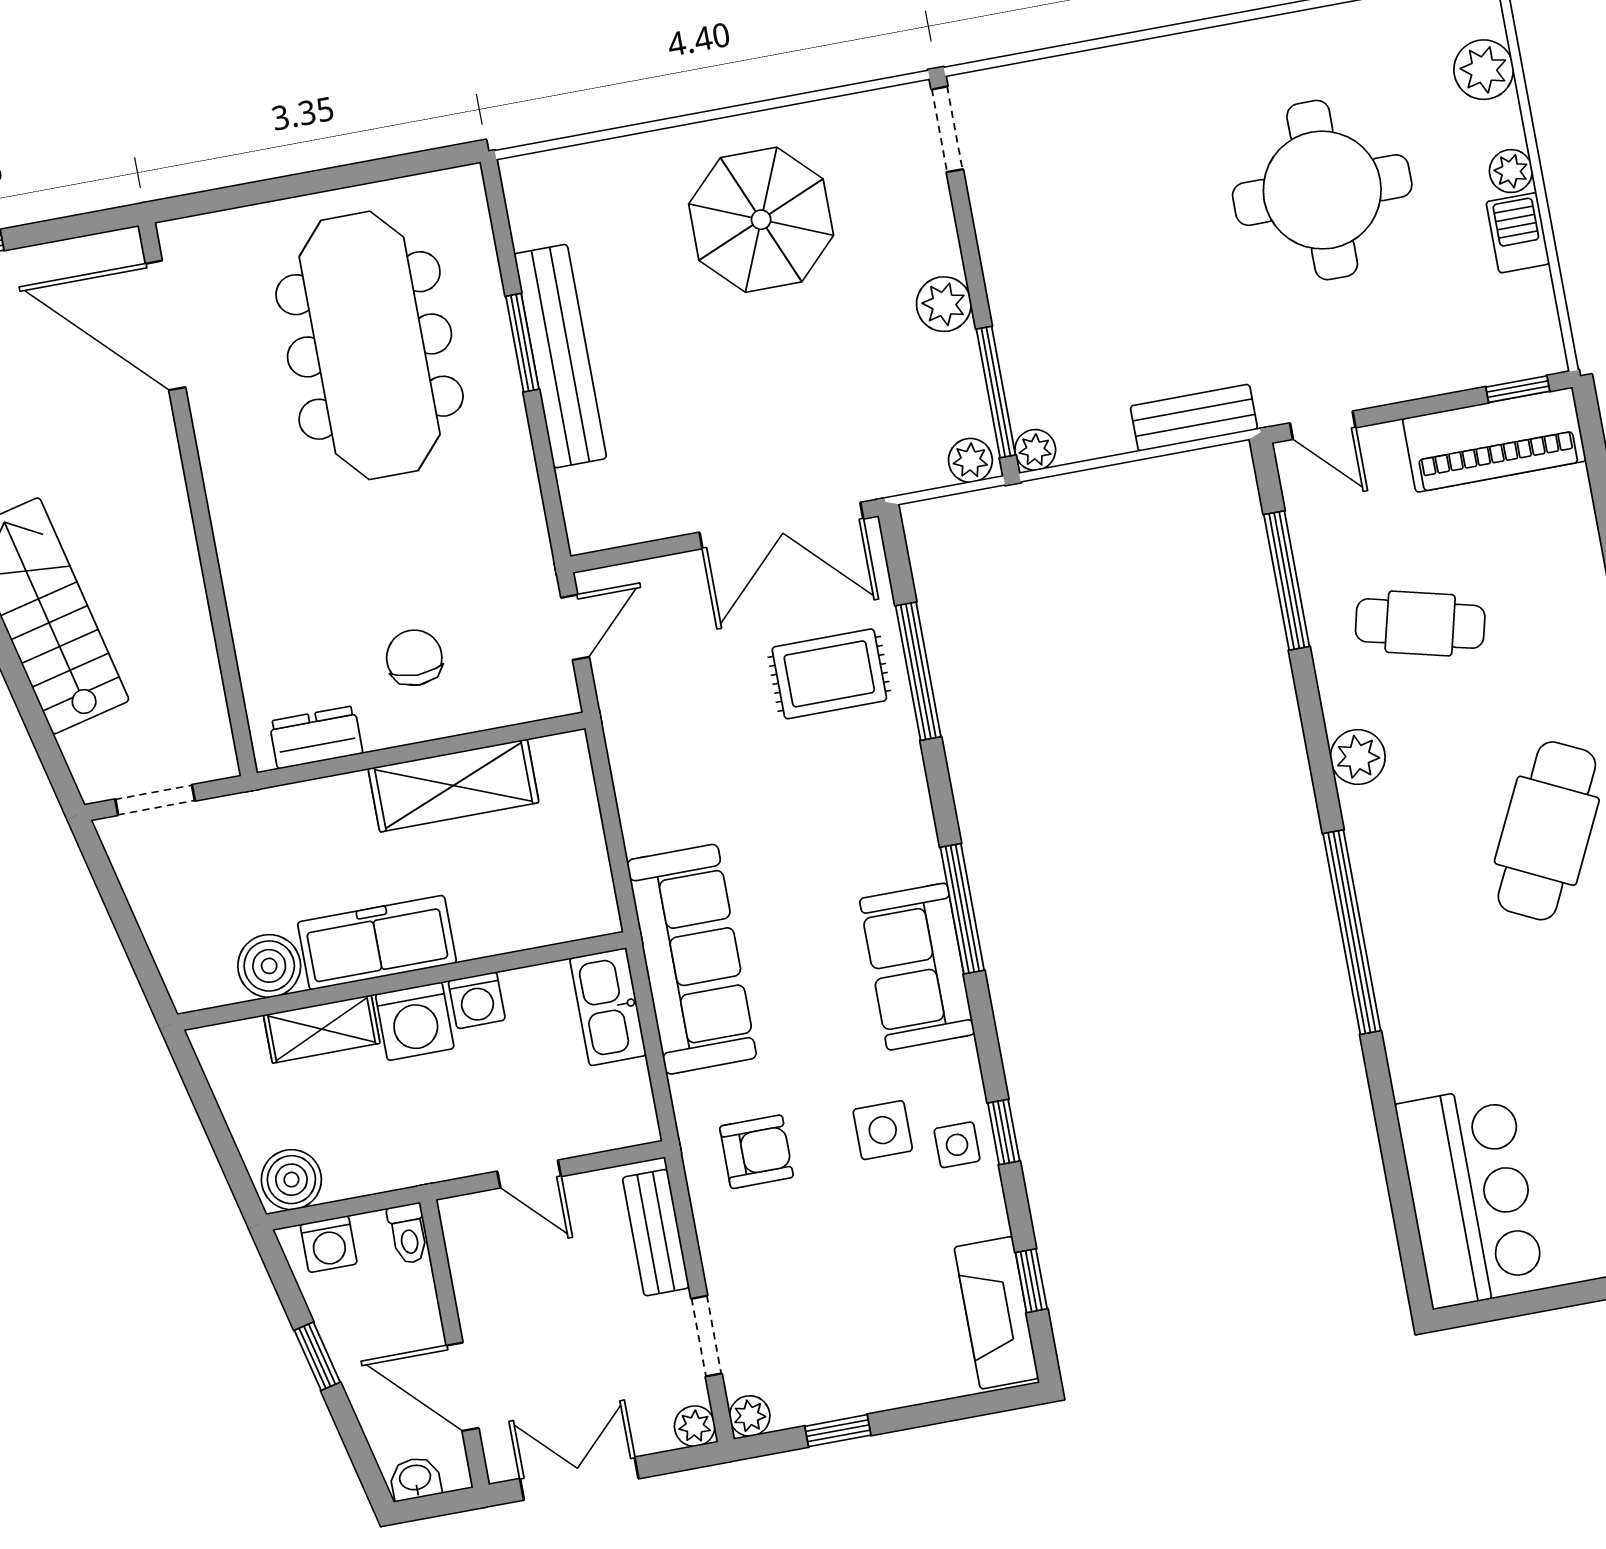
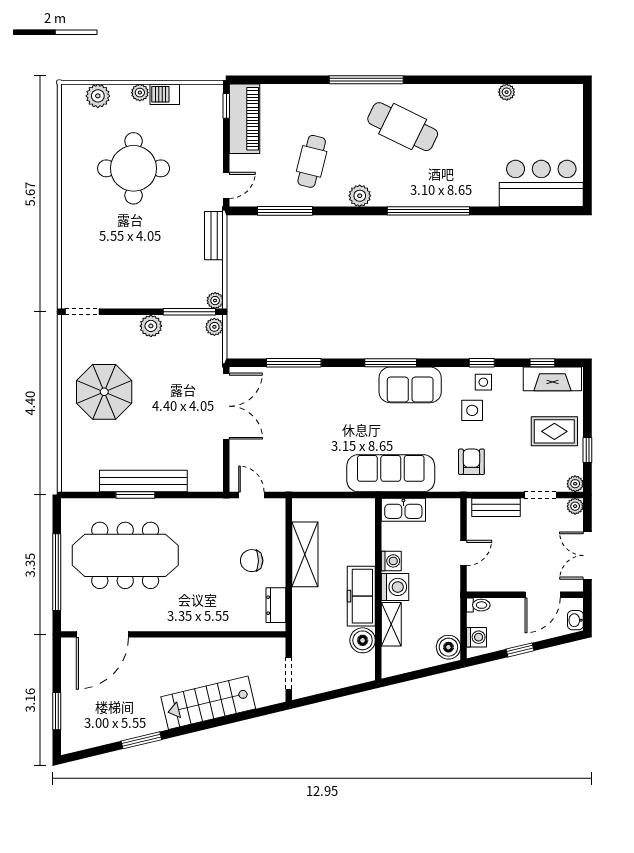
window: (297, 185) -> (57, 572), added
rug: (829, 674) -> (554, 431), moved, turned 90

